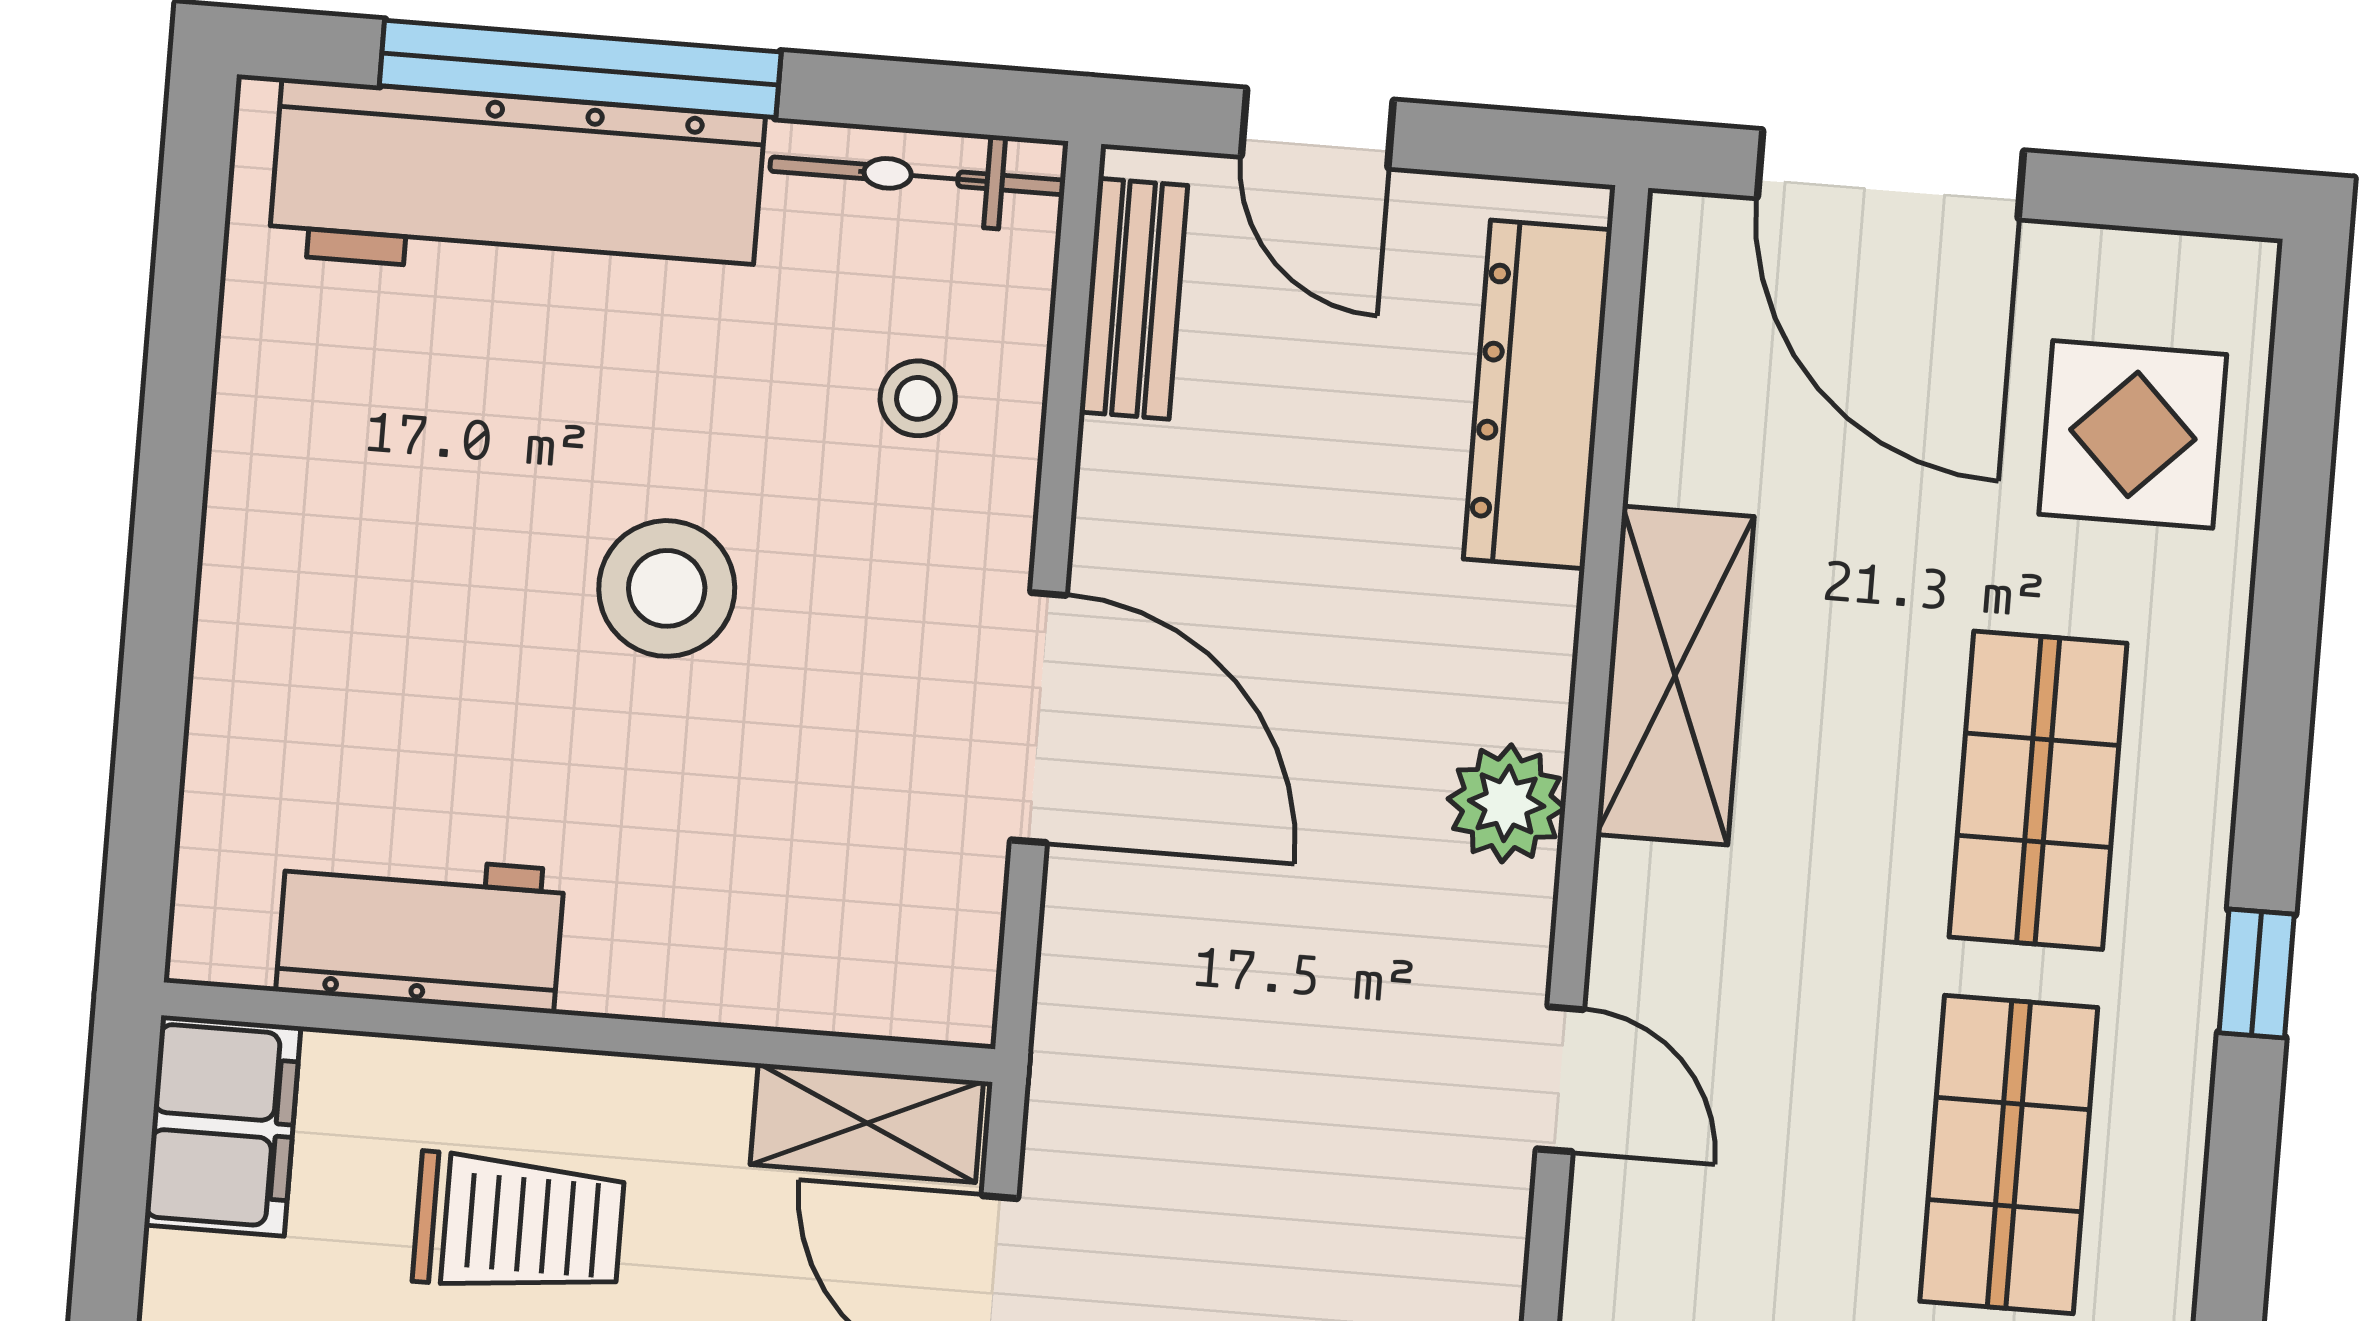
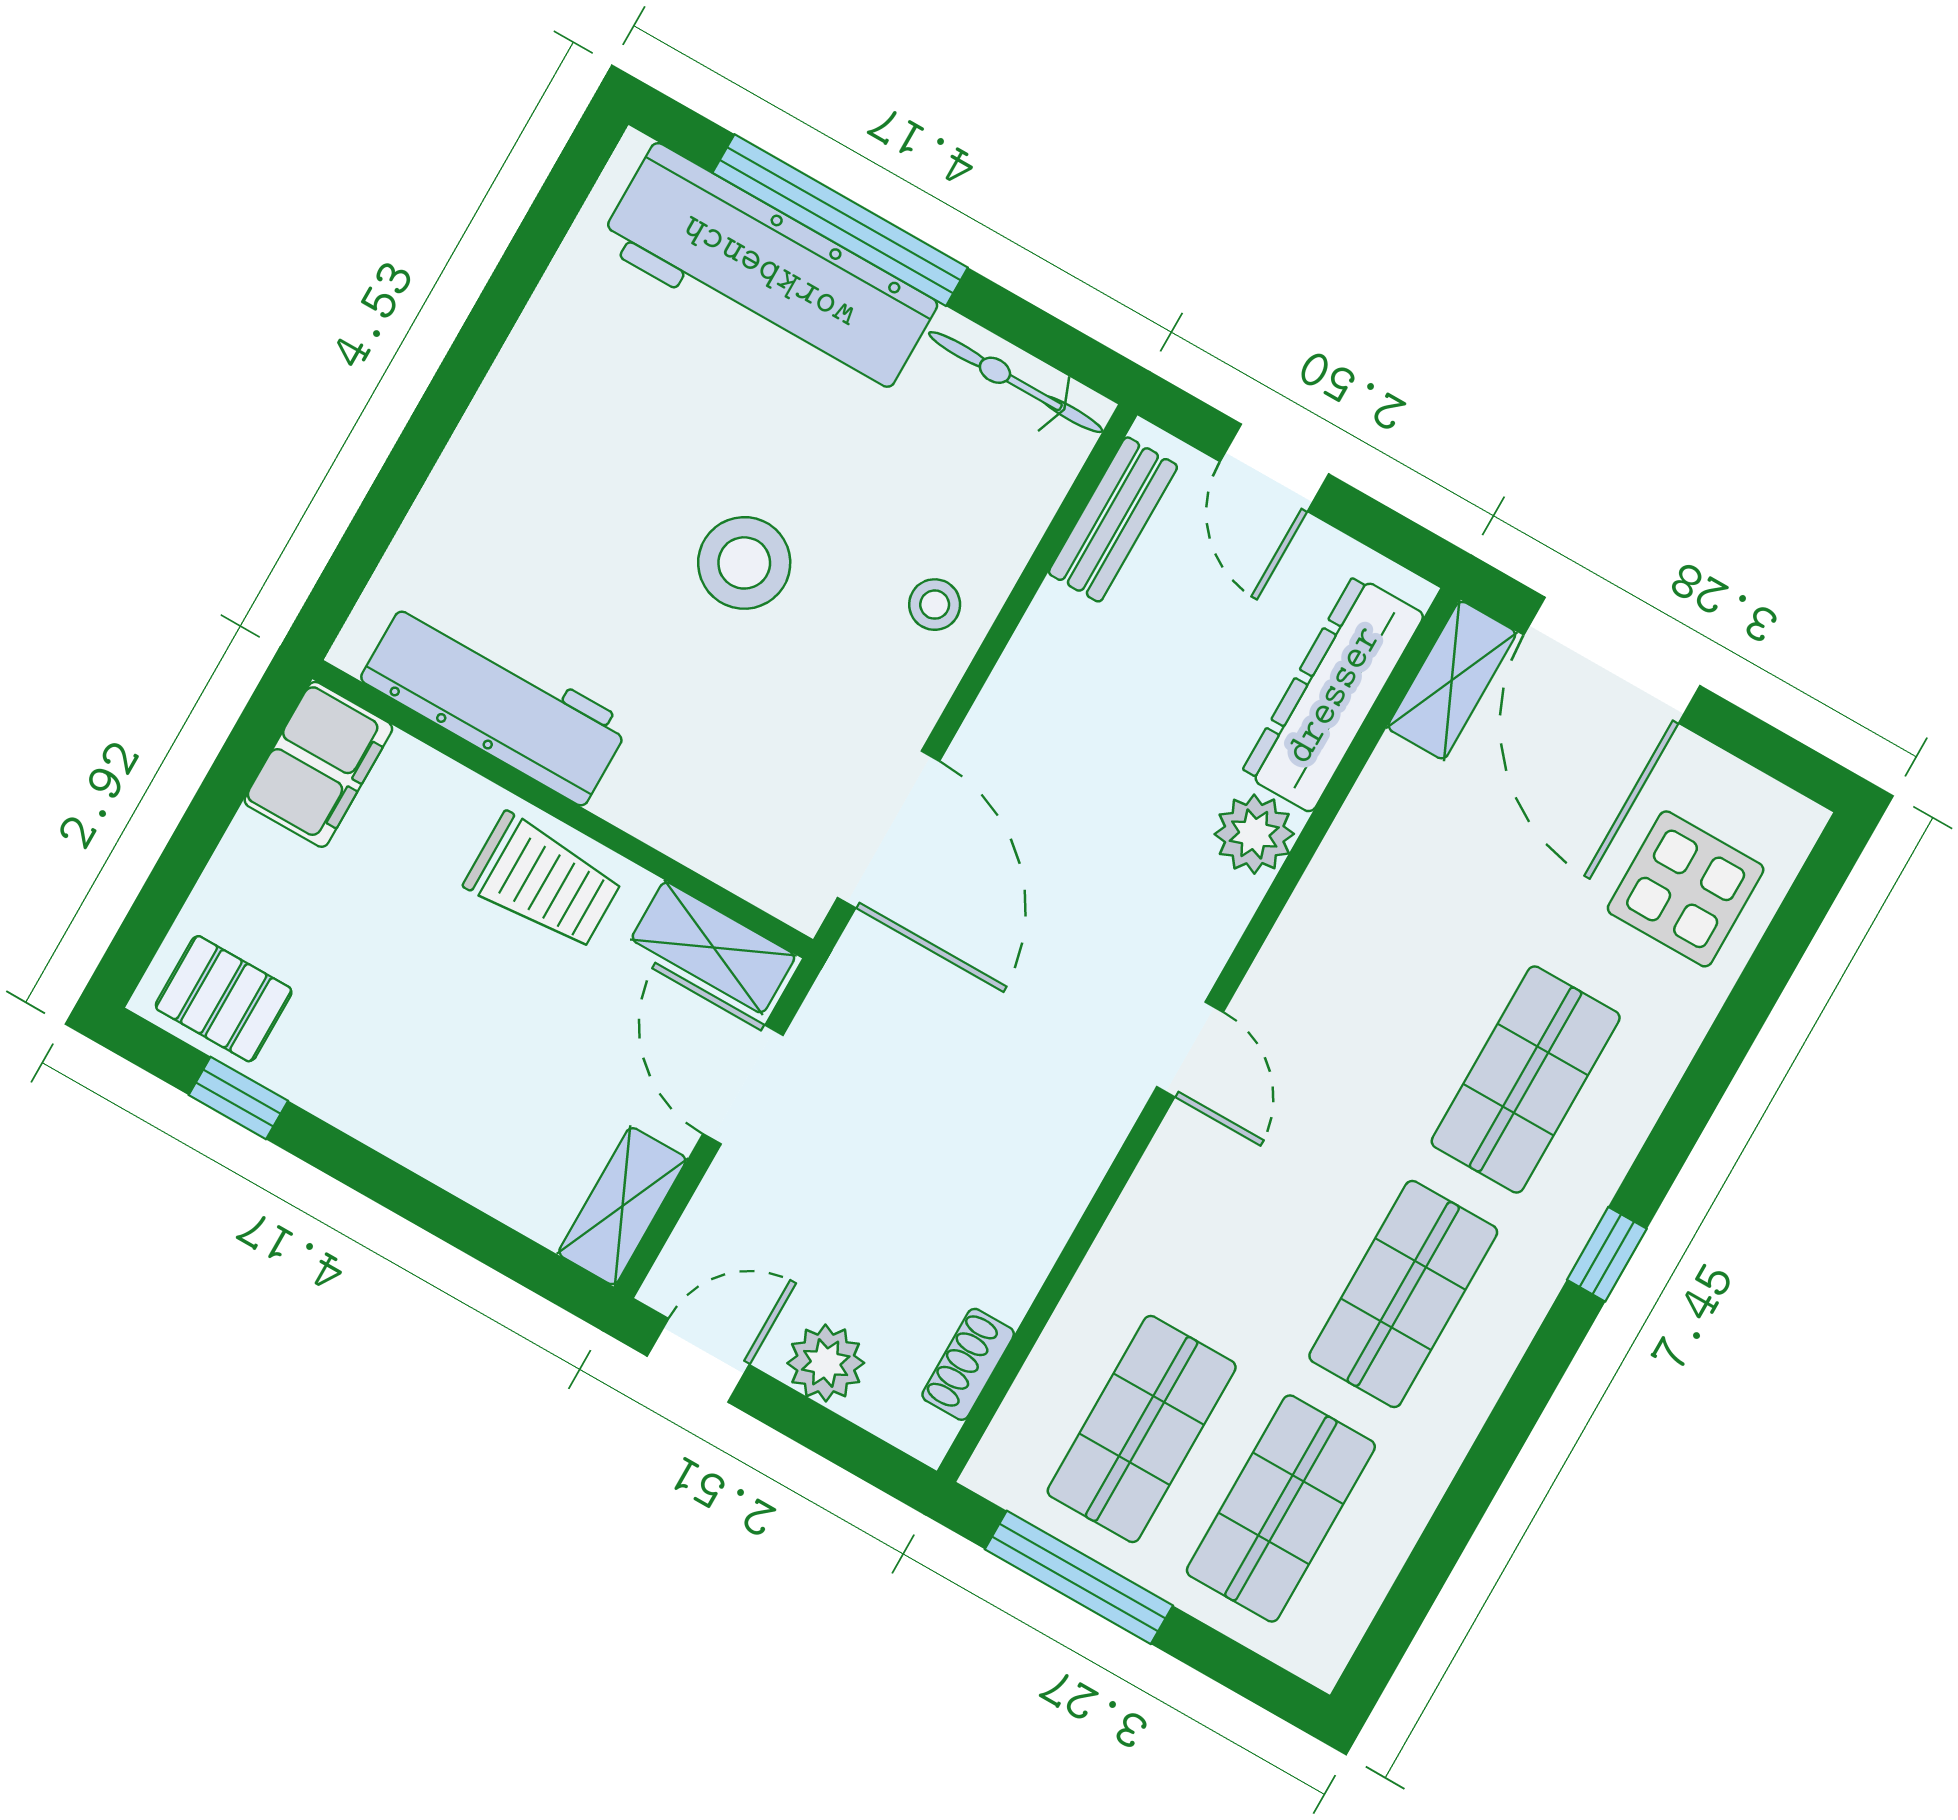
stool: (918, 398) -> (935, 605), moved
shelving: (1675, 676) -> (1452, 680), moved, width x0.67, depth x0.75
door: (1038, 718) -> (889, 829), moved
plant: (1507, 803) -> (1254, 834), moved
workbench: (420, 931) -> (495, 702), width x1.37
door: (1560, 1079) -> (1190, 1049), moved
trolley: (519, 1224) -> (543, 882), moved

